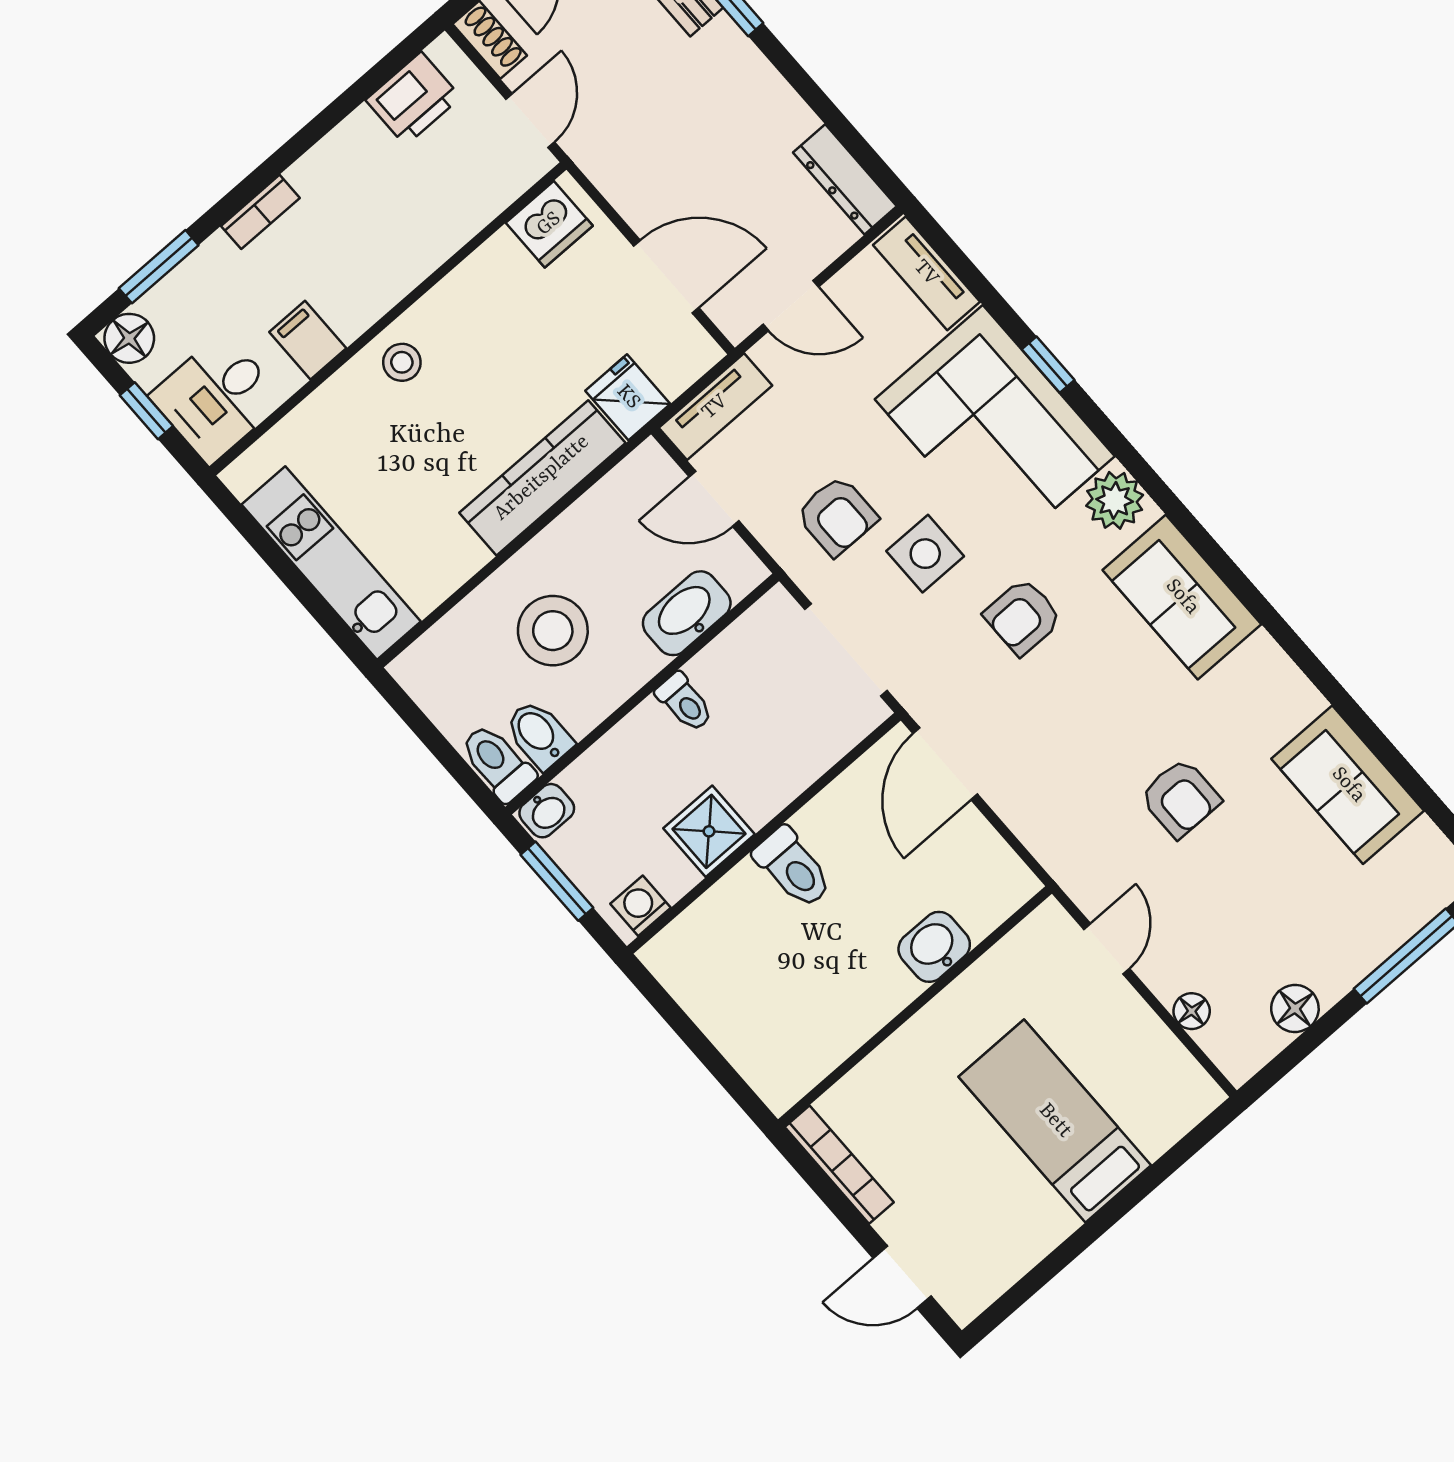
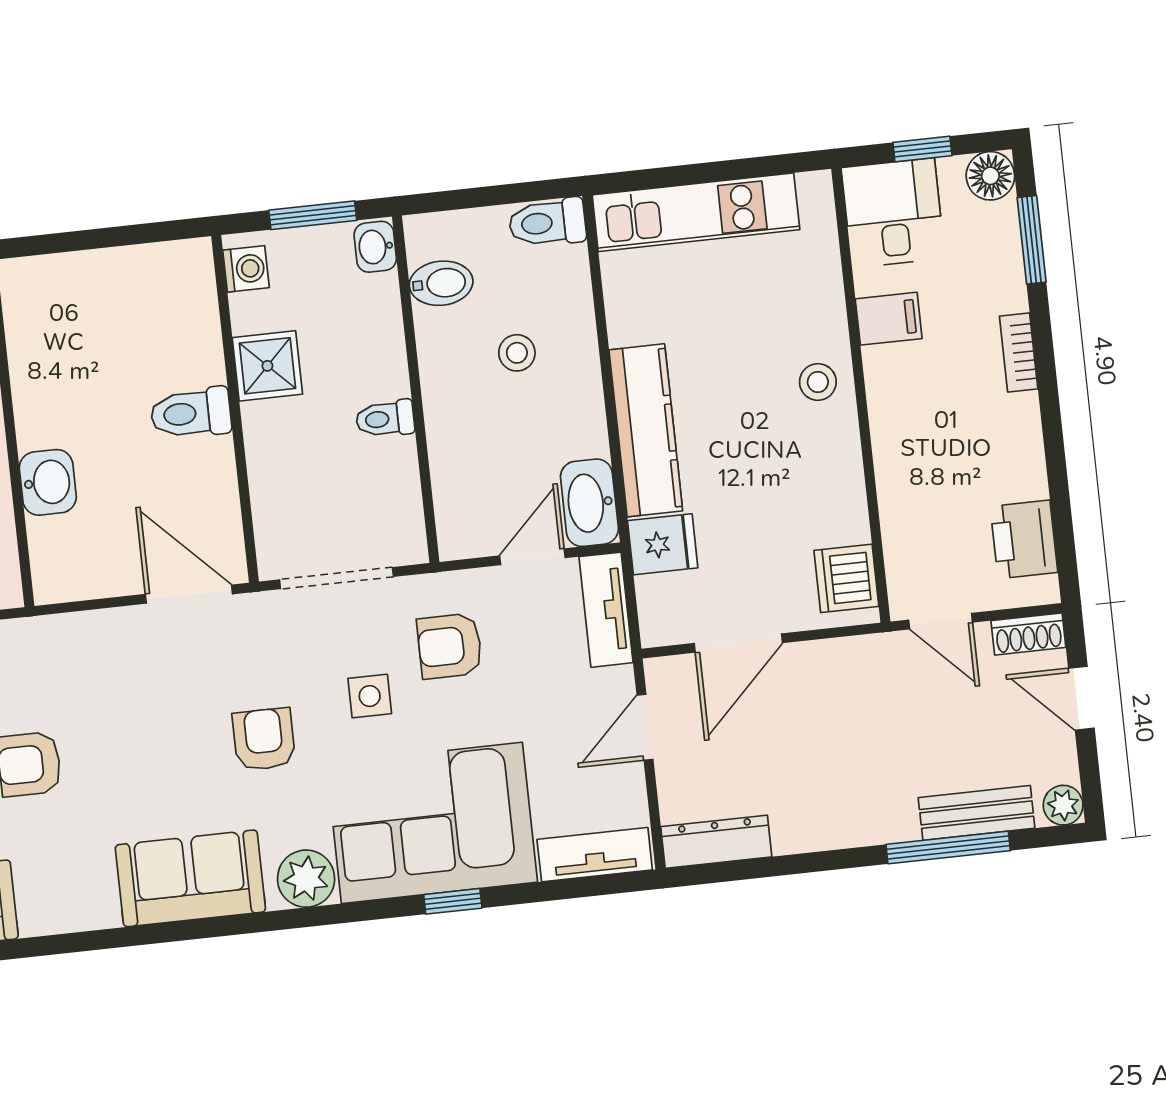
side table: (925, 554) -> (370, 696), width x0.73, depth x0.73
washbasin: (687, 613) -> (589, 503), moved, turned 180
stool: (553, 631) -> (517, 353), width x0.53, depth x0.53
toilet: (498, 763) -> (547, 223), moved, turned 180

